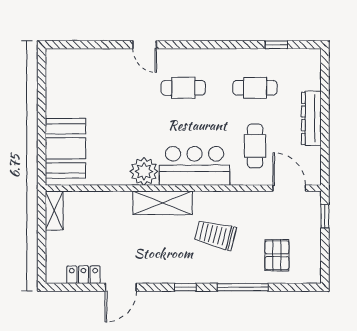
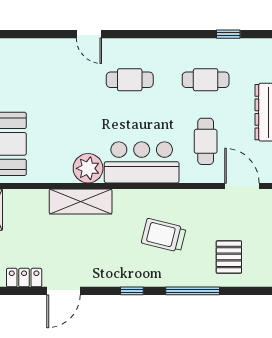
shelving: (163, 203) -> (81, 201), moved

